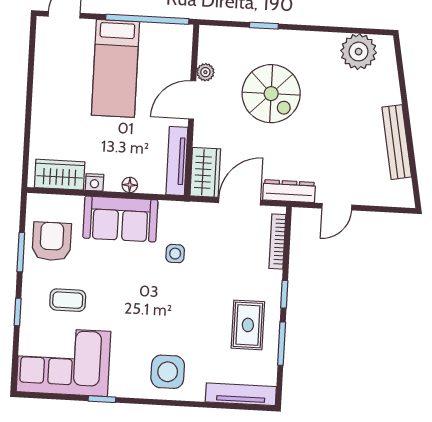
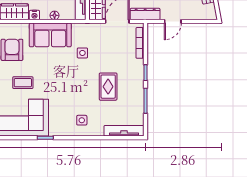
rug: (248, 325) -> (108, 87), moved
side table: (168, 372) -> (82, 120), width x0.54, depth x0.54

